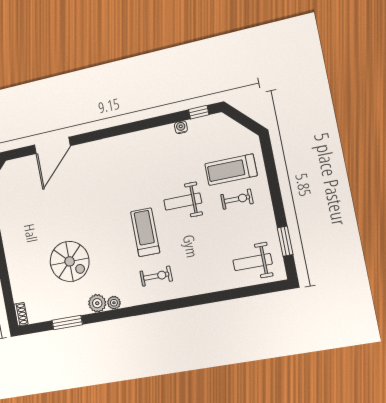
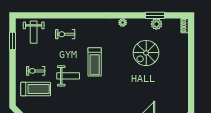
spiral stairs: (70, 261) -> (146, 53), turned -90
weight bench: (253, 262) -> (34, 32), turned 90
exercise bike: (156, 276) -> (65, 34), moved
plant: (97, 303) -> (156, 24), moved

